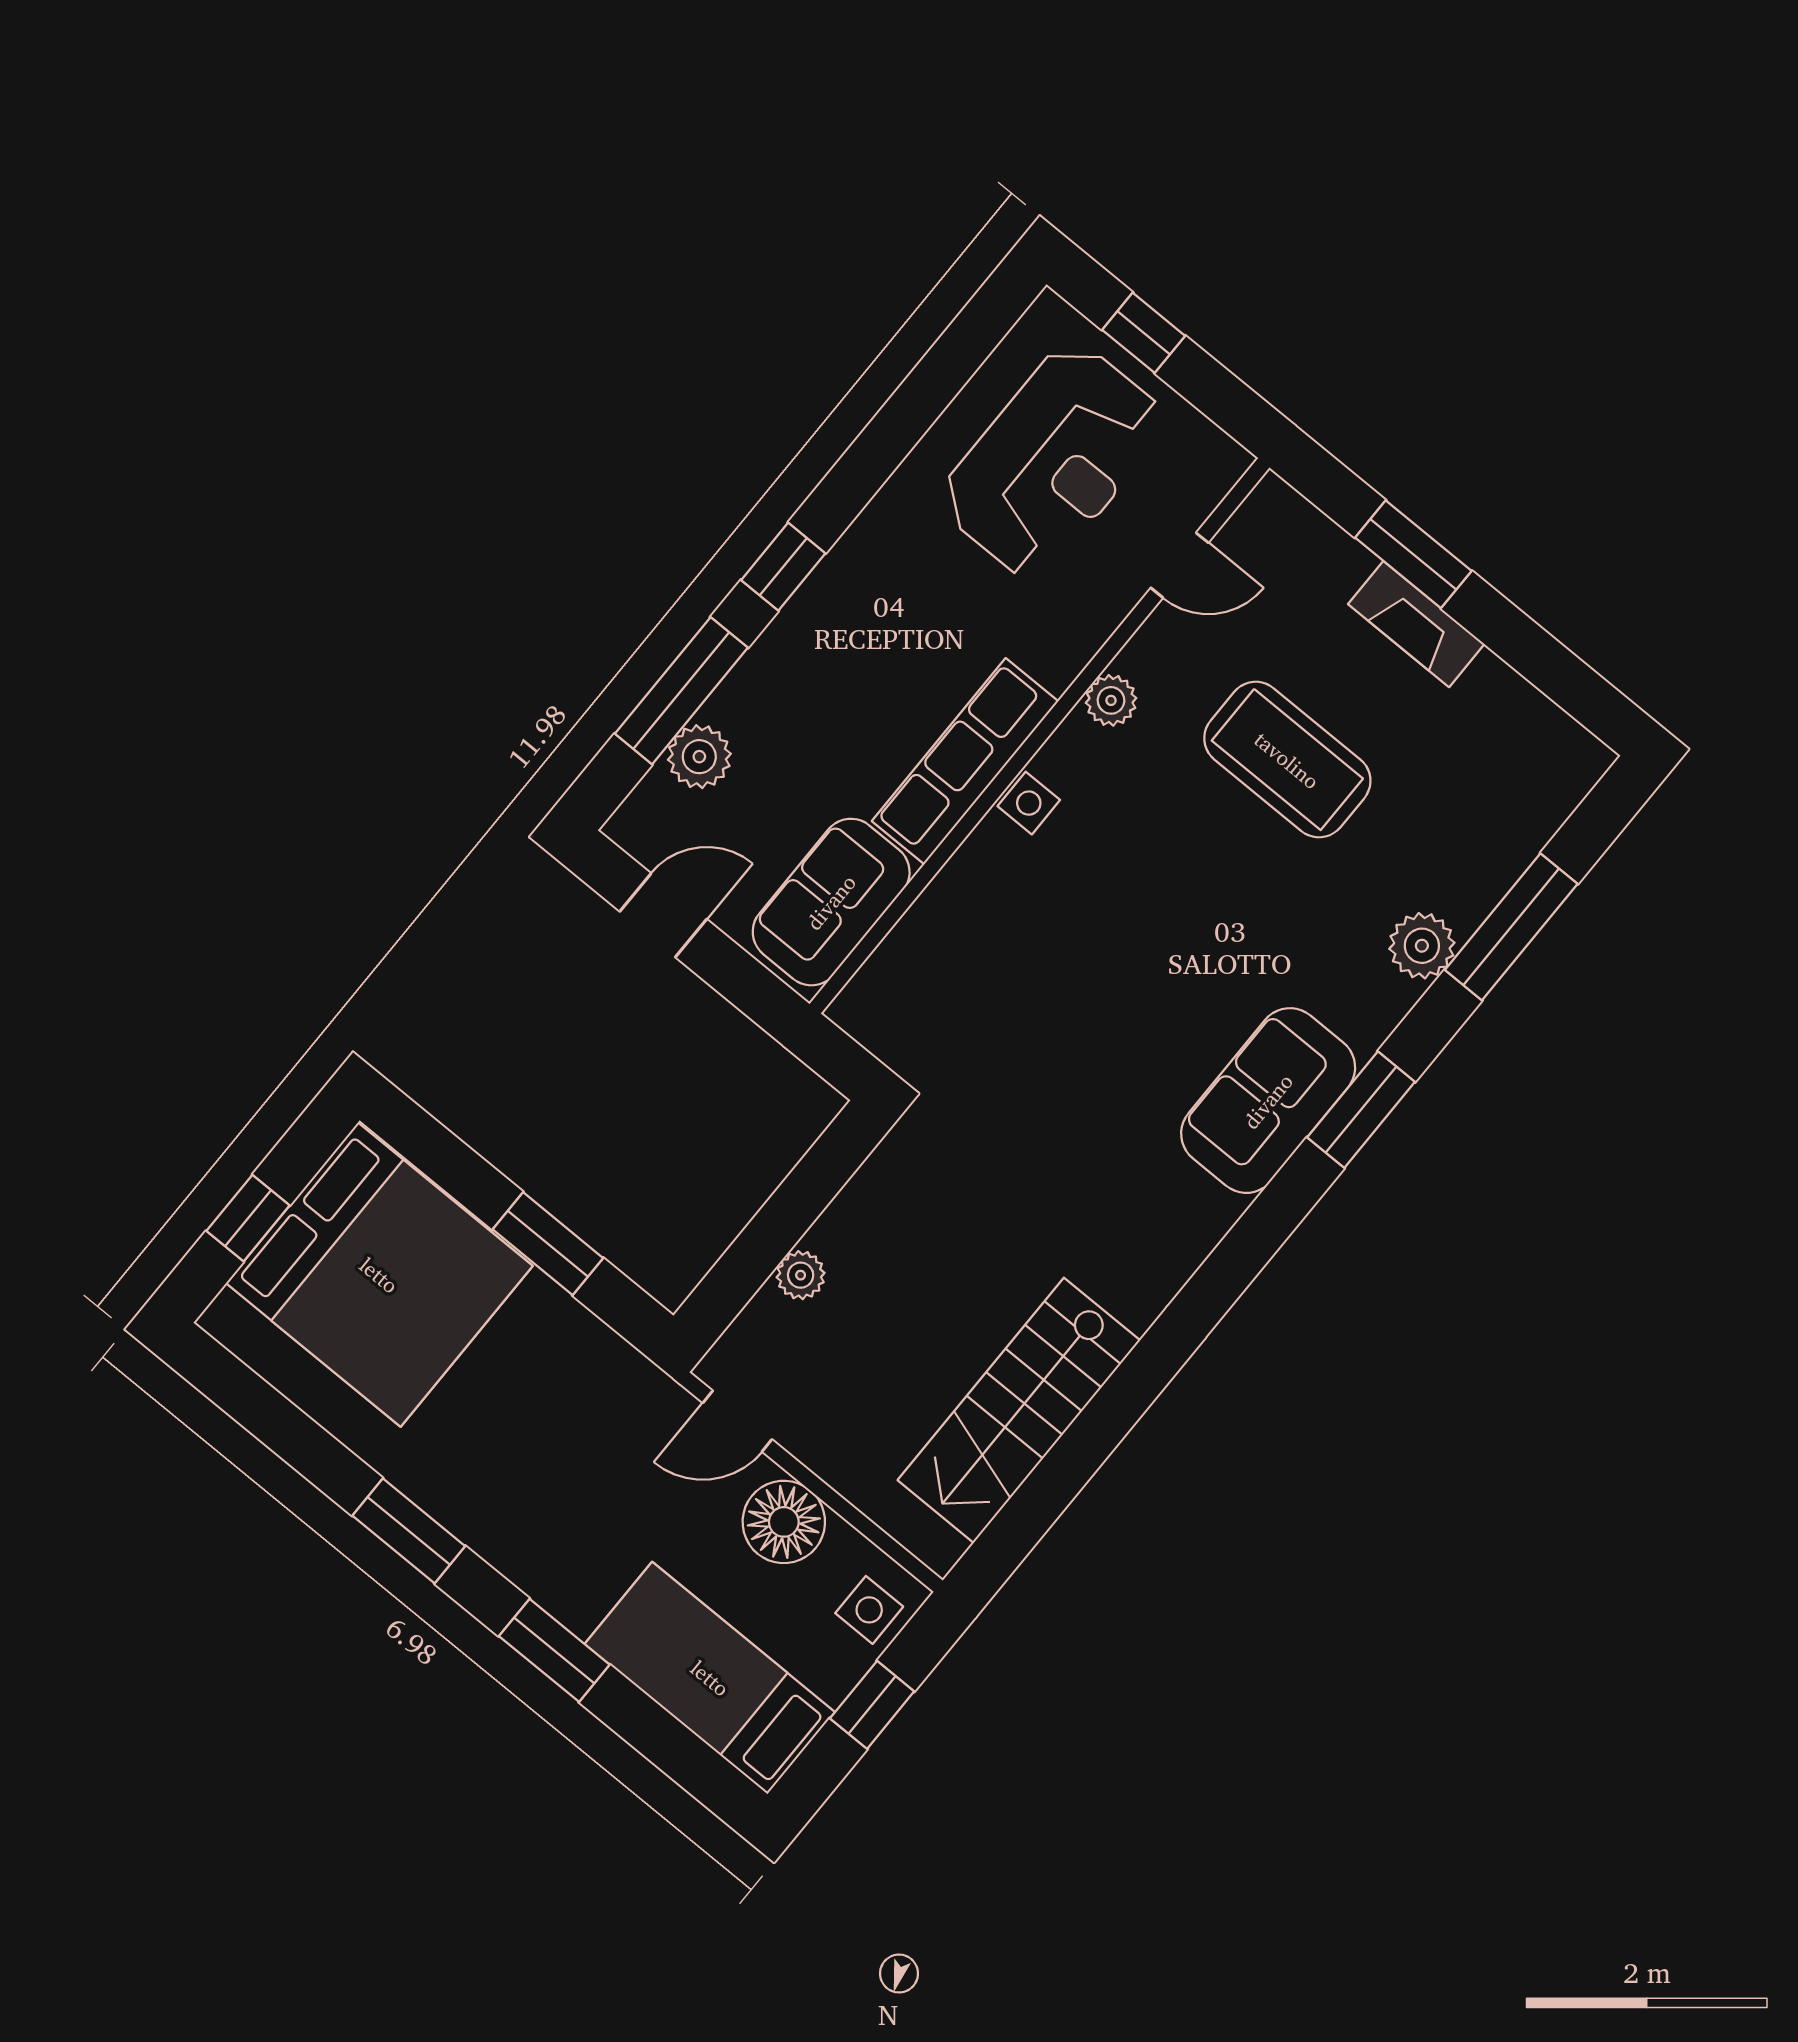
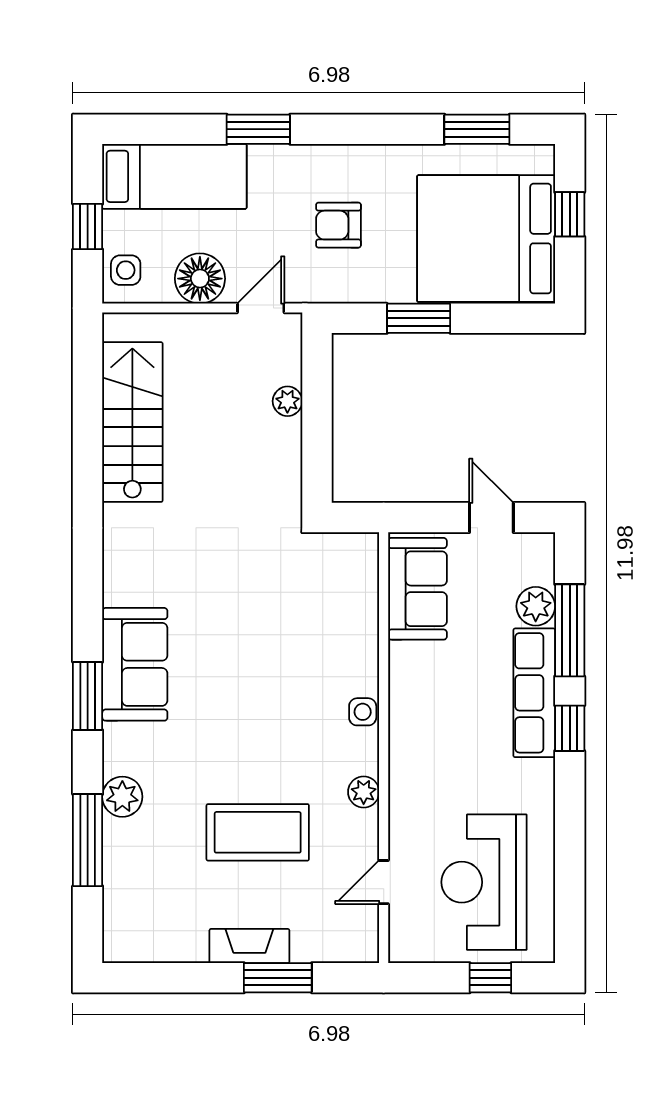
row of seats: (965, 761) -> (534, 693), moved, turned 180
door: (663, 915) -> (491, 518), swing flipped
armchair: (552, 1445) -> (338, 225), added
window: (409, 1531) -> (477, 129), moved

